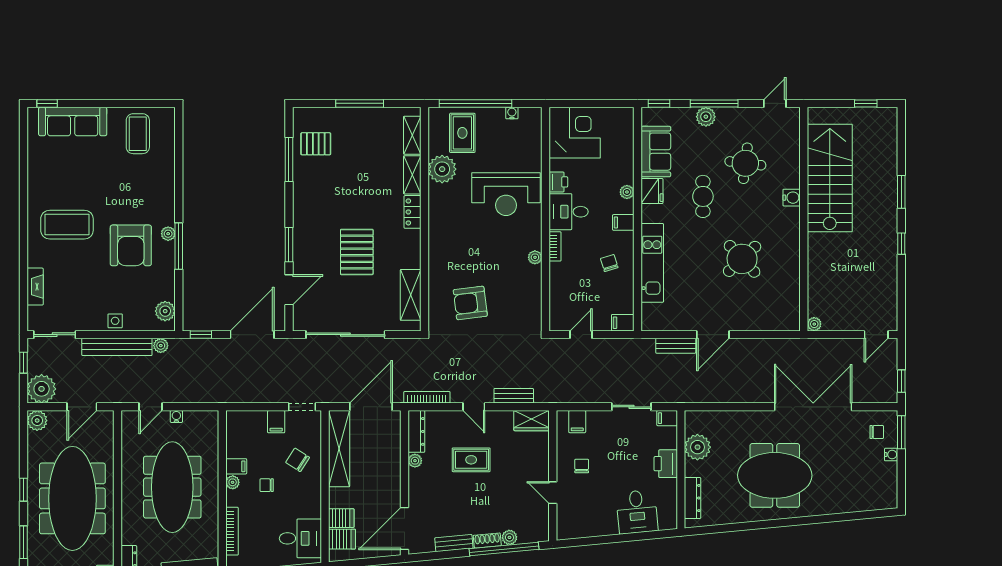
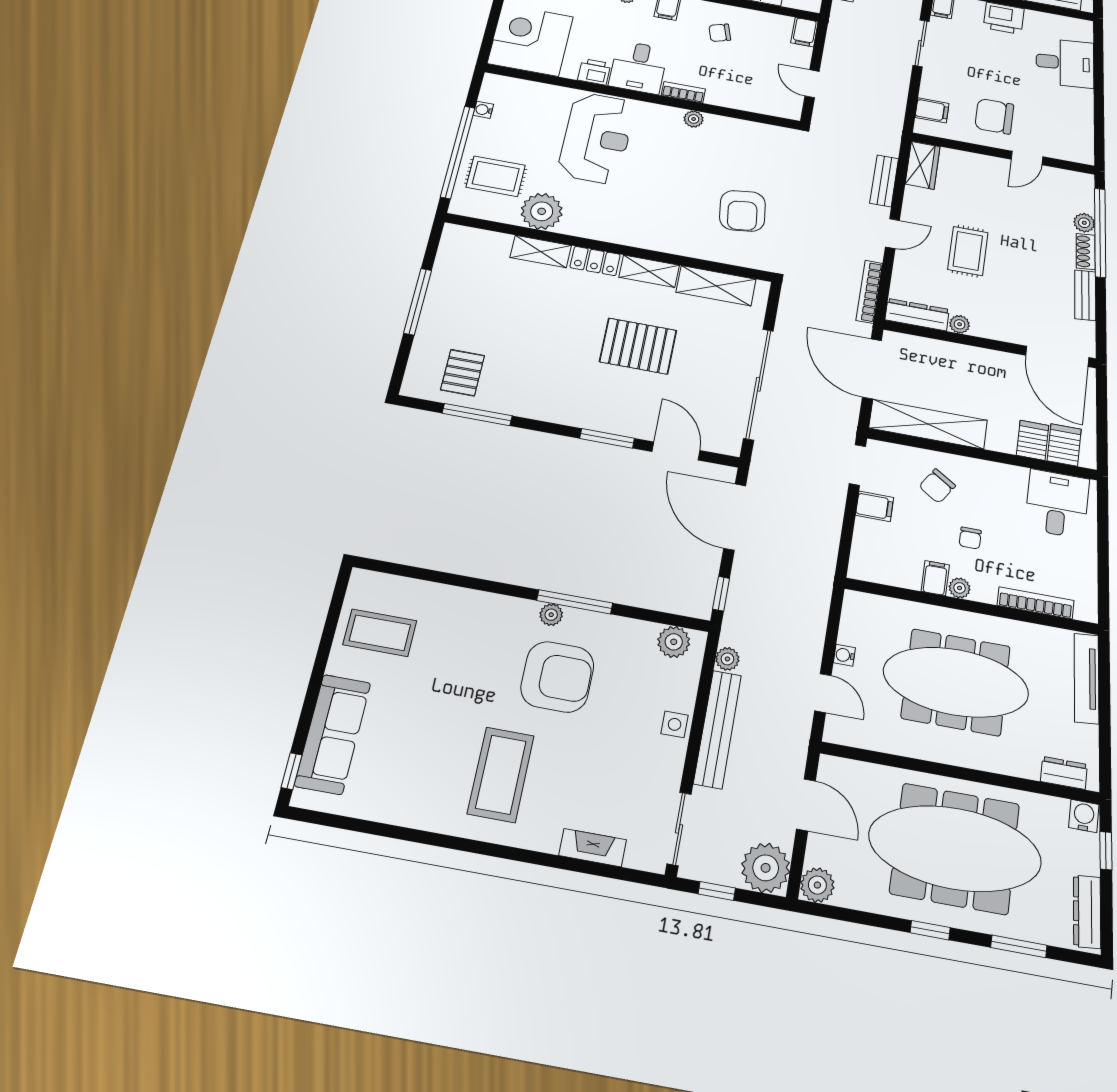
shelving: (412, 135) -> (649, 271), moved
chair: (582, 466) -> (994, 116), width x1.87, depth x1.87

